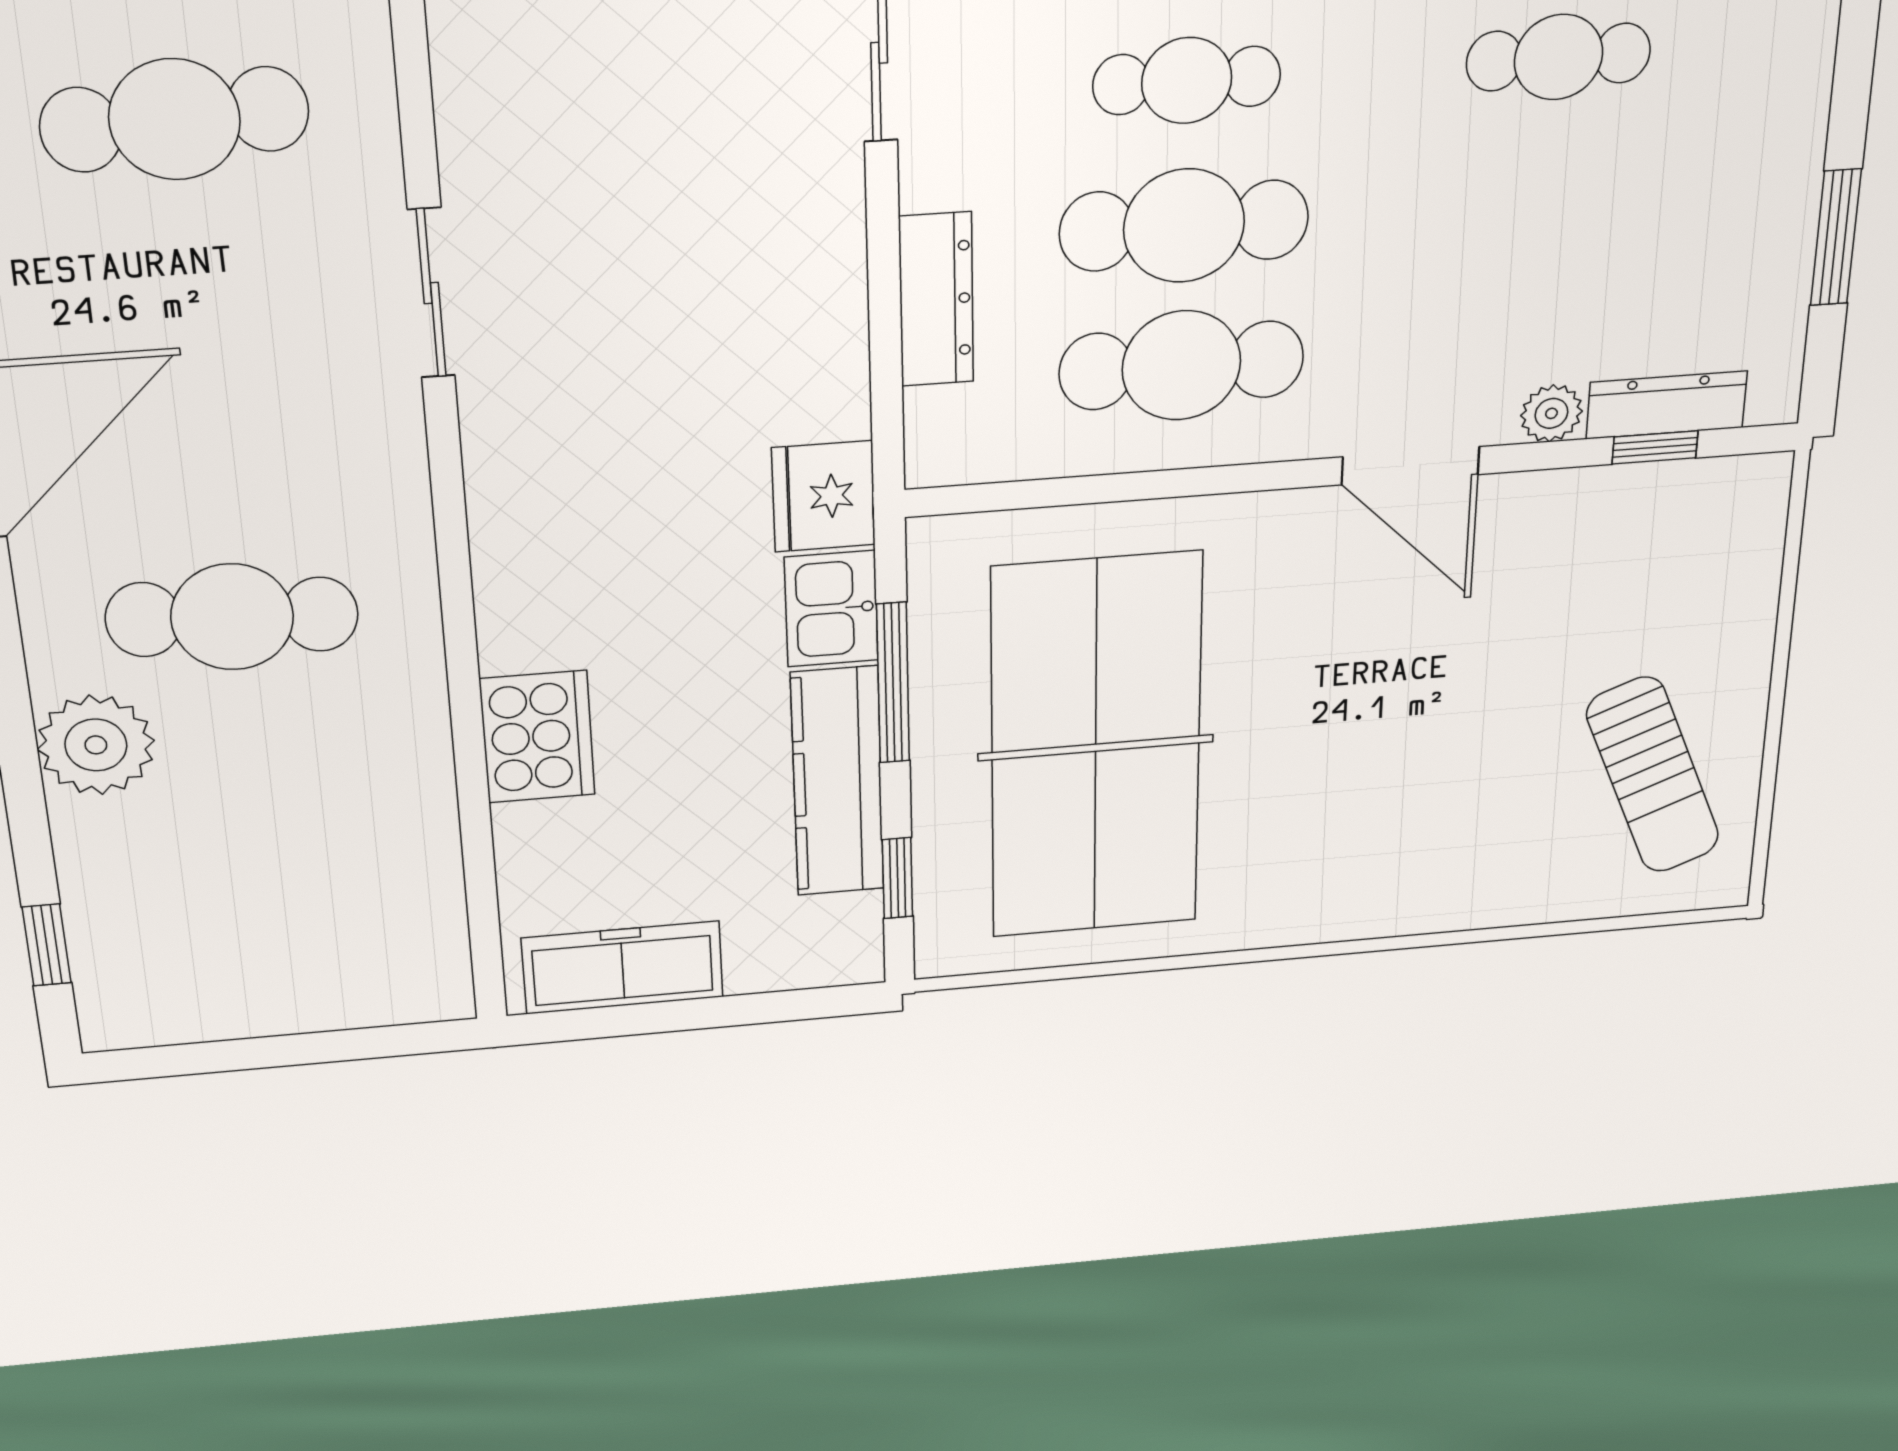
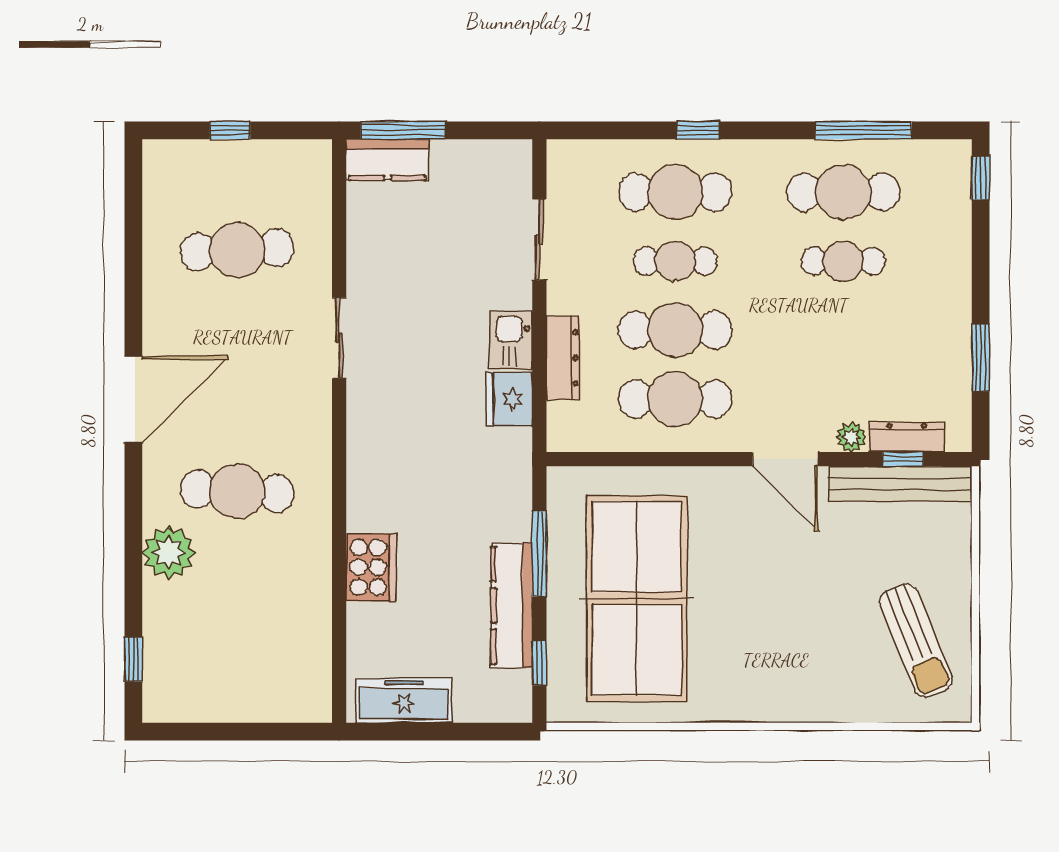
bench: (1646, 495) -> (900, 484), added
fridge: (824, 496) -> (509, 399), moved
kitchen sink: (831, 609) -> (511, 340), moved

